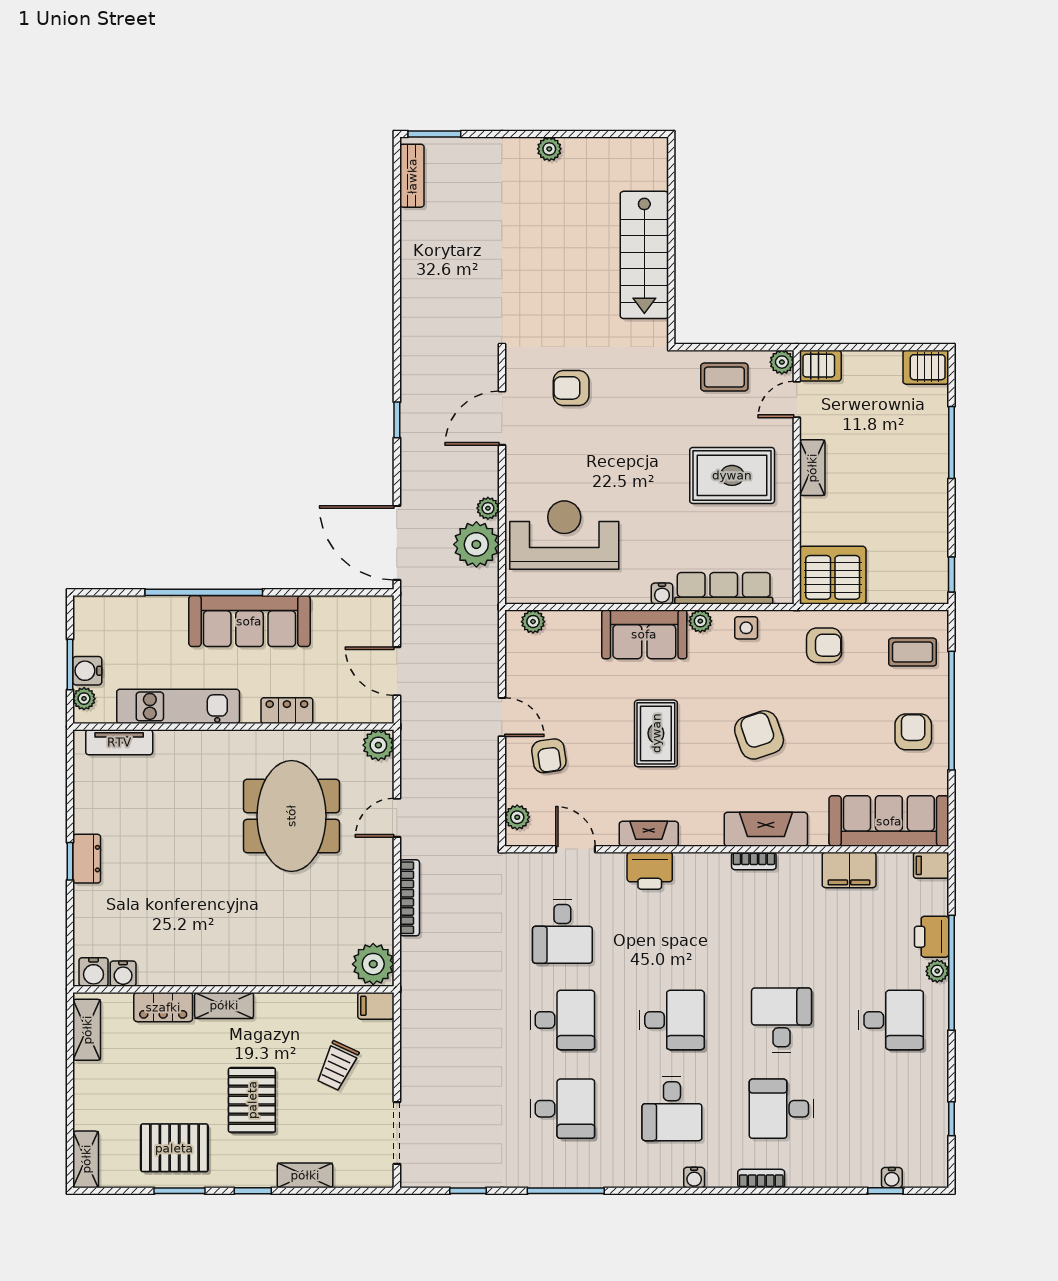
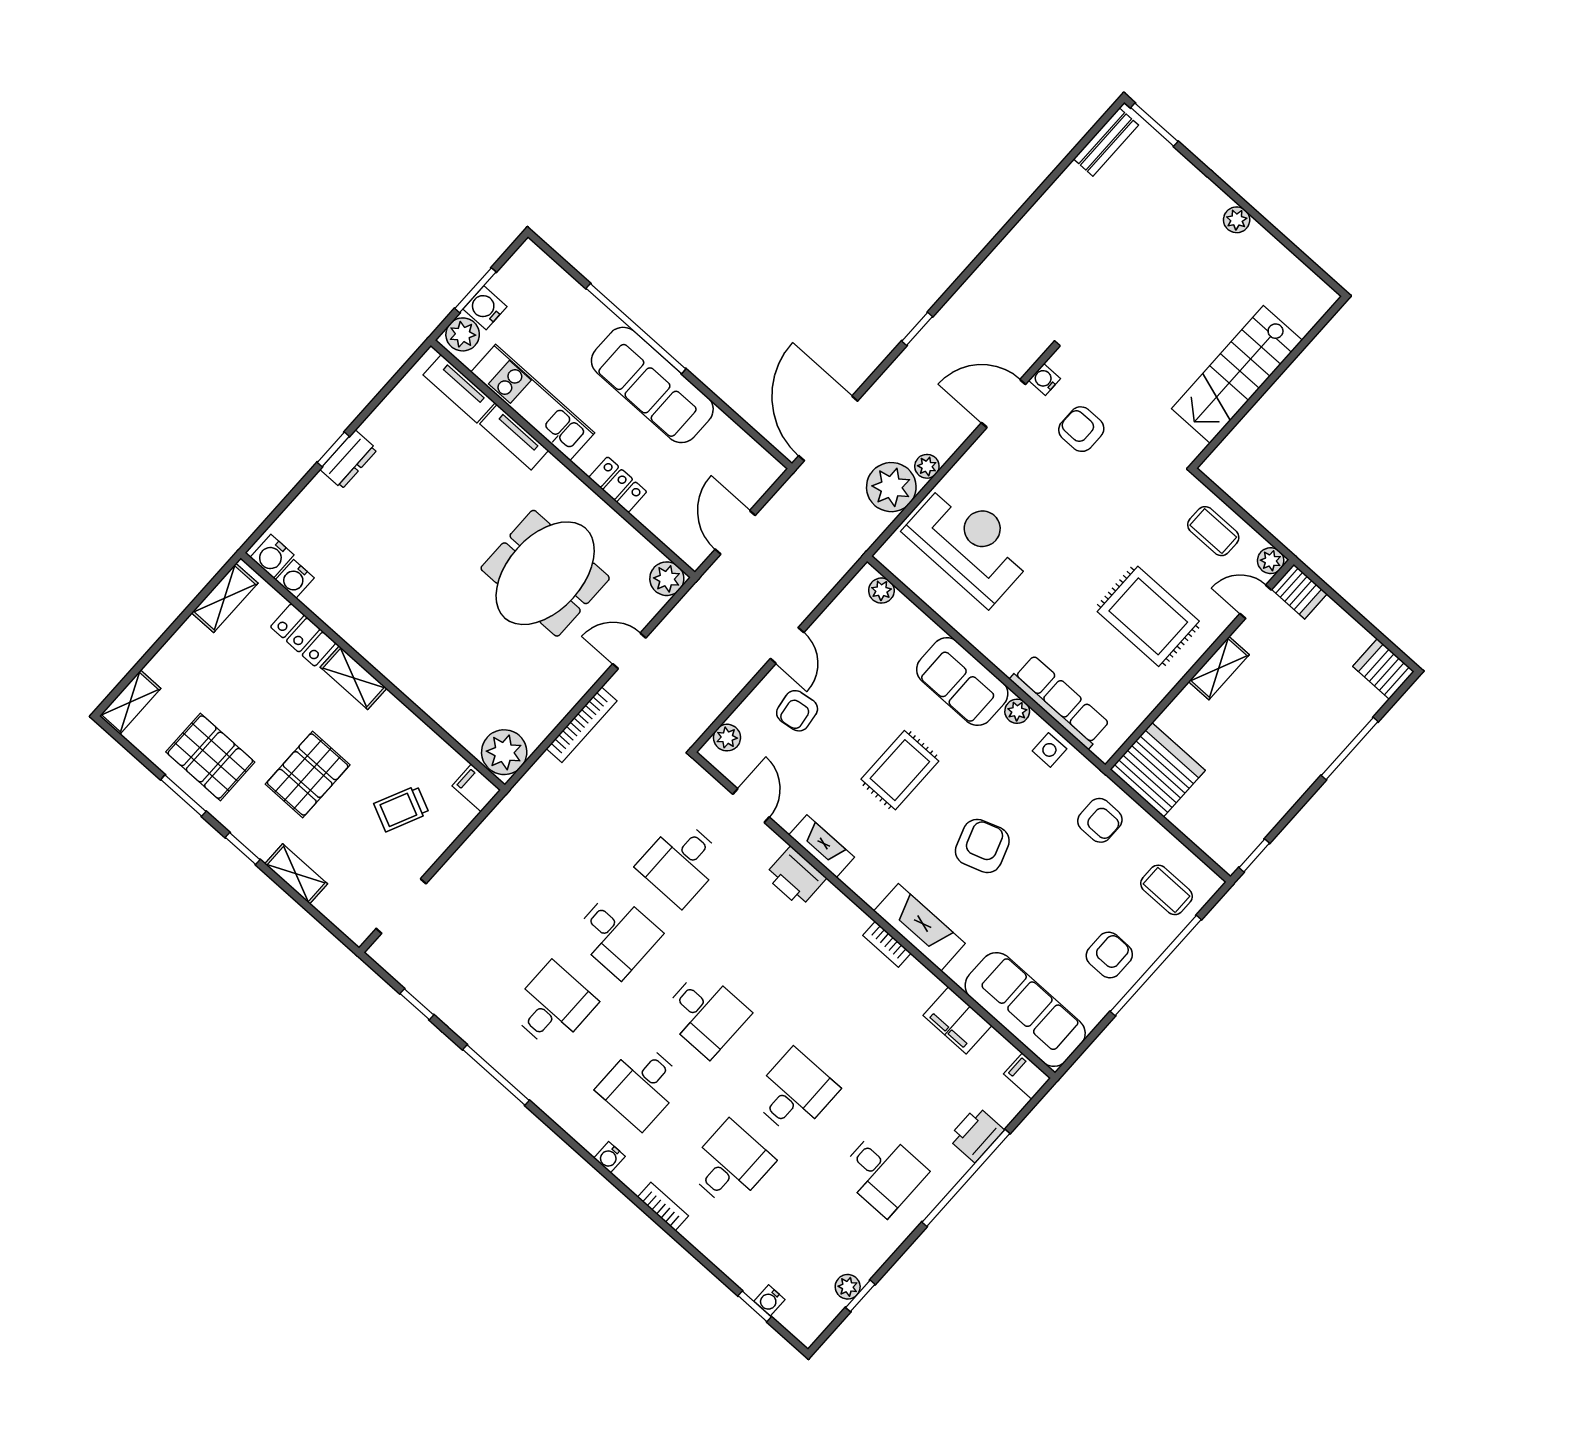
water cooler: (662, 593) -> (1044, 380), moved, turned 90
plant: (84, 699) -> (463, 334), width x1.38, depth x1.38
tv unit: (187, 742) -> (514, 437), added
plant: (937, 971) -> (848, 1287), moved
desk: (562, 1109) -> (553, 1006), turned -90
desk: (782, 1109) -> (730, 1165), turned 90

